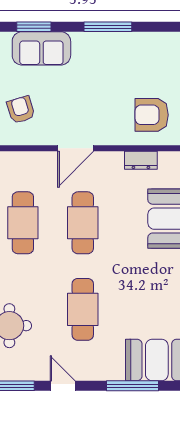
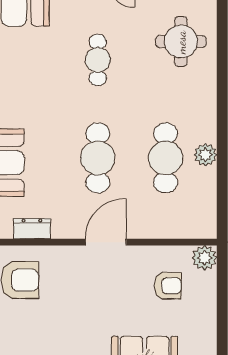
armchair: (21, 110) -> (168, 286), turned -73
cafe table: (83, 309) -> (98, 60), width x0.73, depth x0.74

